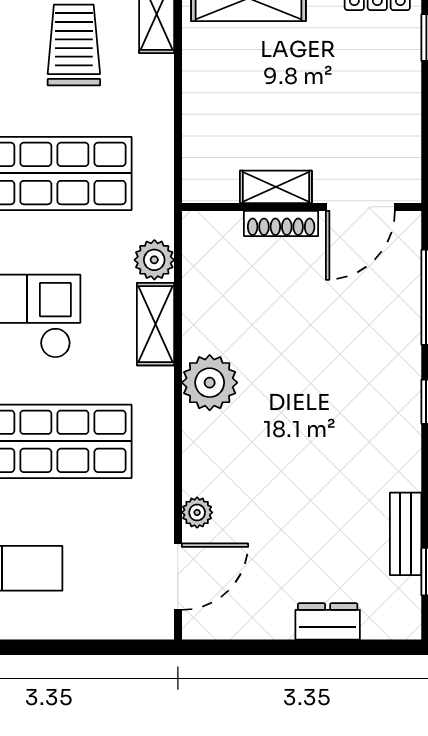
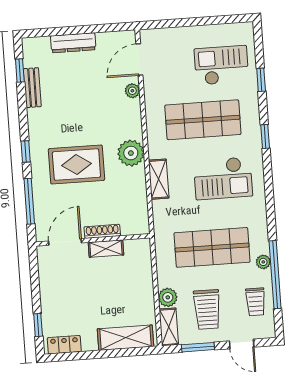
plant: (154, 260) -> (168, 297), moved
rug: (325, 367) -> (76, 165), added
dresser: (328, 621) -> (73, 43), width x1.44

